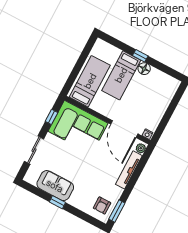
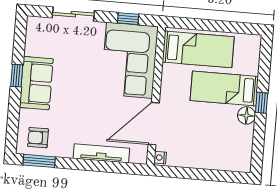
plant: (141, 148) -> (137, 157), removed
sofa: (55, 186) -> (36, 83), moved

